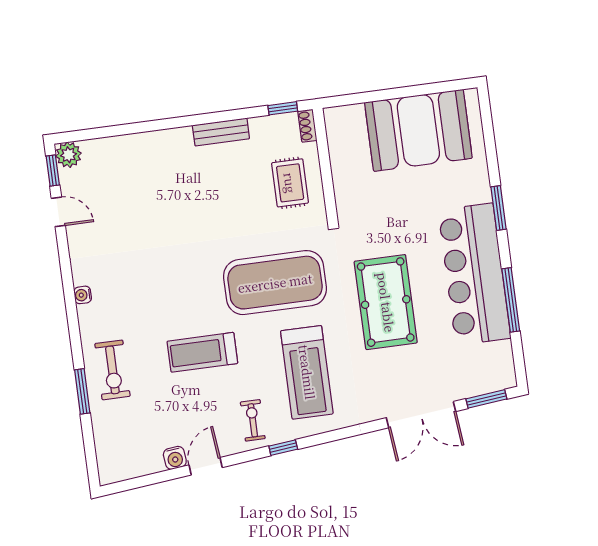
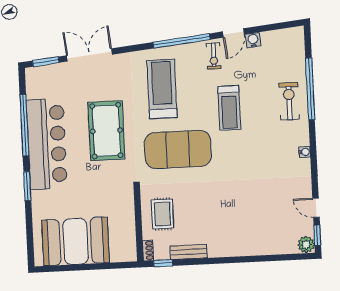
bench: (221, 132) -> (189, 252), moved
window: (511, 300) -> (24, 125), width x1.46
treadmill: (202, 352) -> (229, 108), turned 90
window: (82, 391) -> (310, 89), width x2.11
exercise bike: (253, 420) -> (214, 56), moved
window: (283, 448) -> (182, 41), width x3.17

